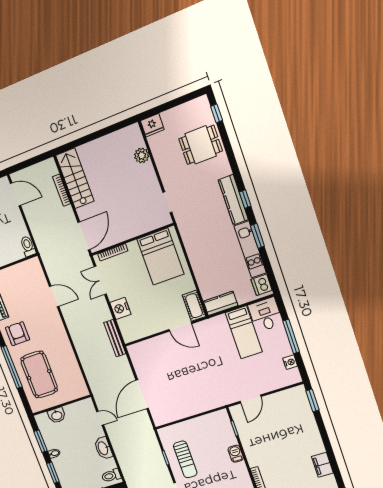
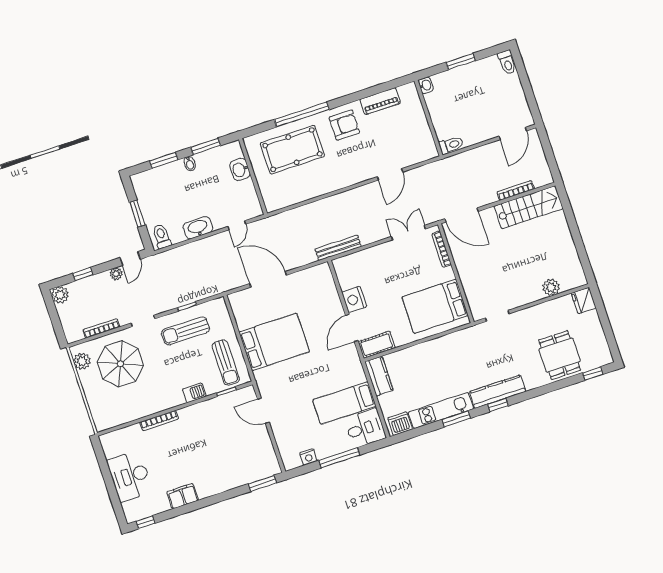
nightstand: (120, 308) -> (354, 299), moved, turned -90
bed: (193, 390) -> (274, 342), added
sun lounger: (211, 429) -> (226, 362), added

